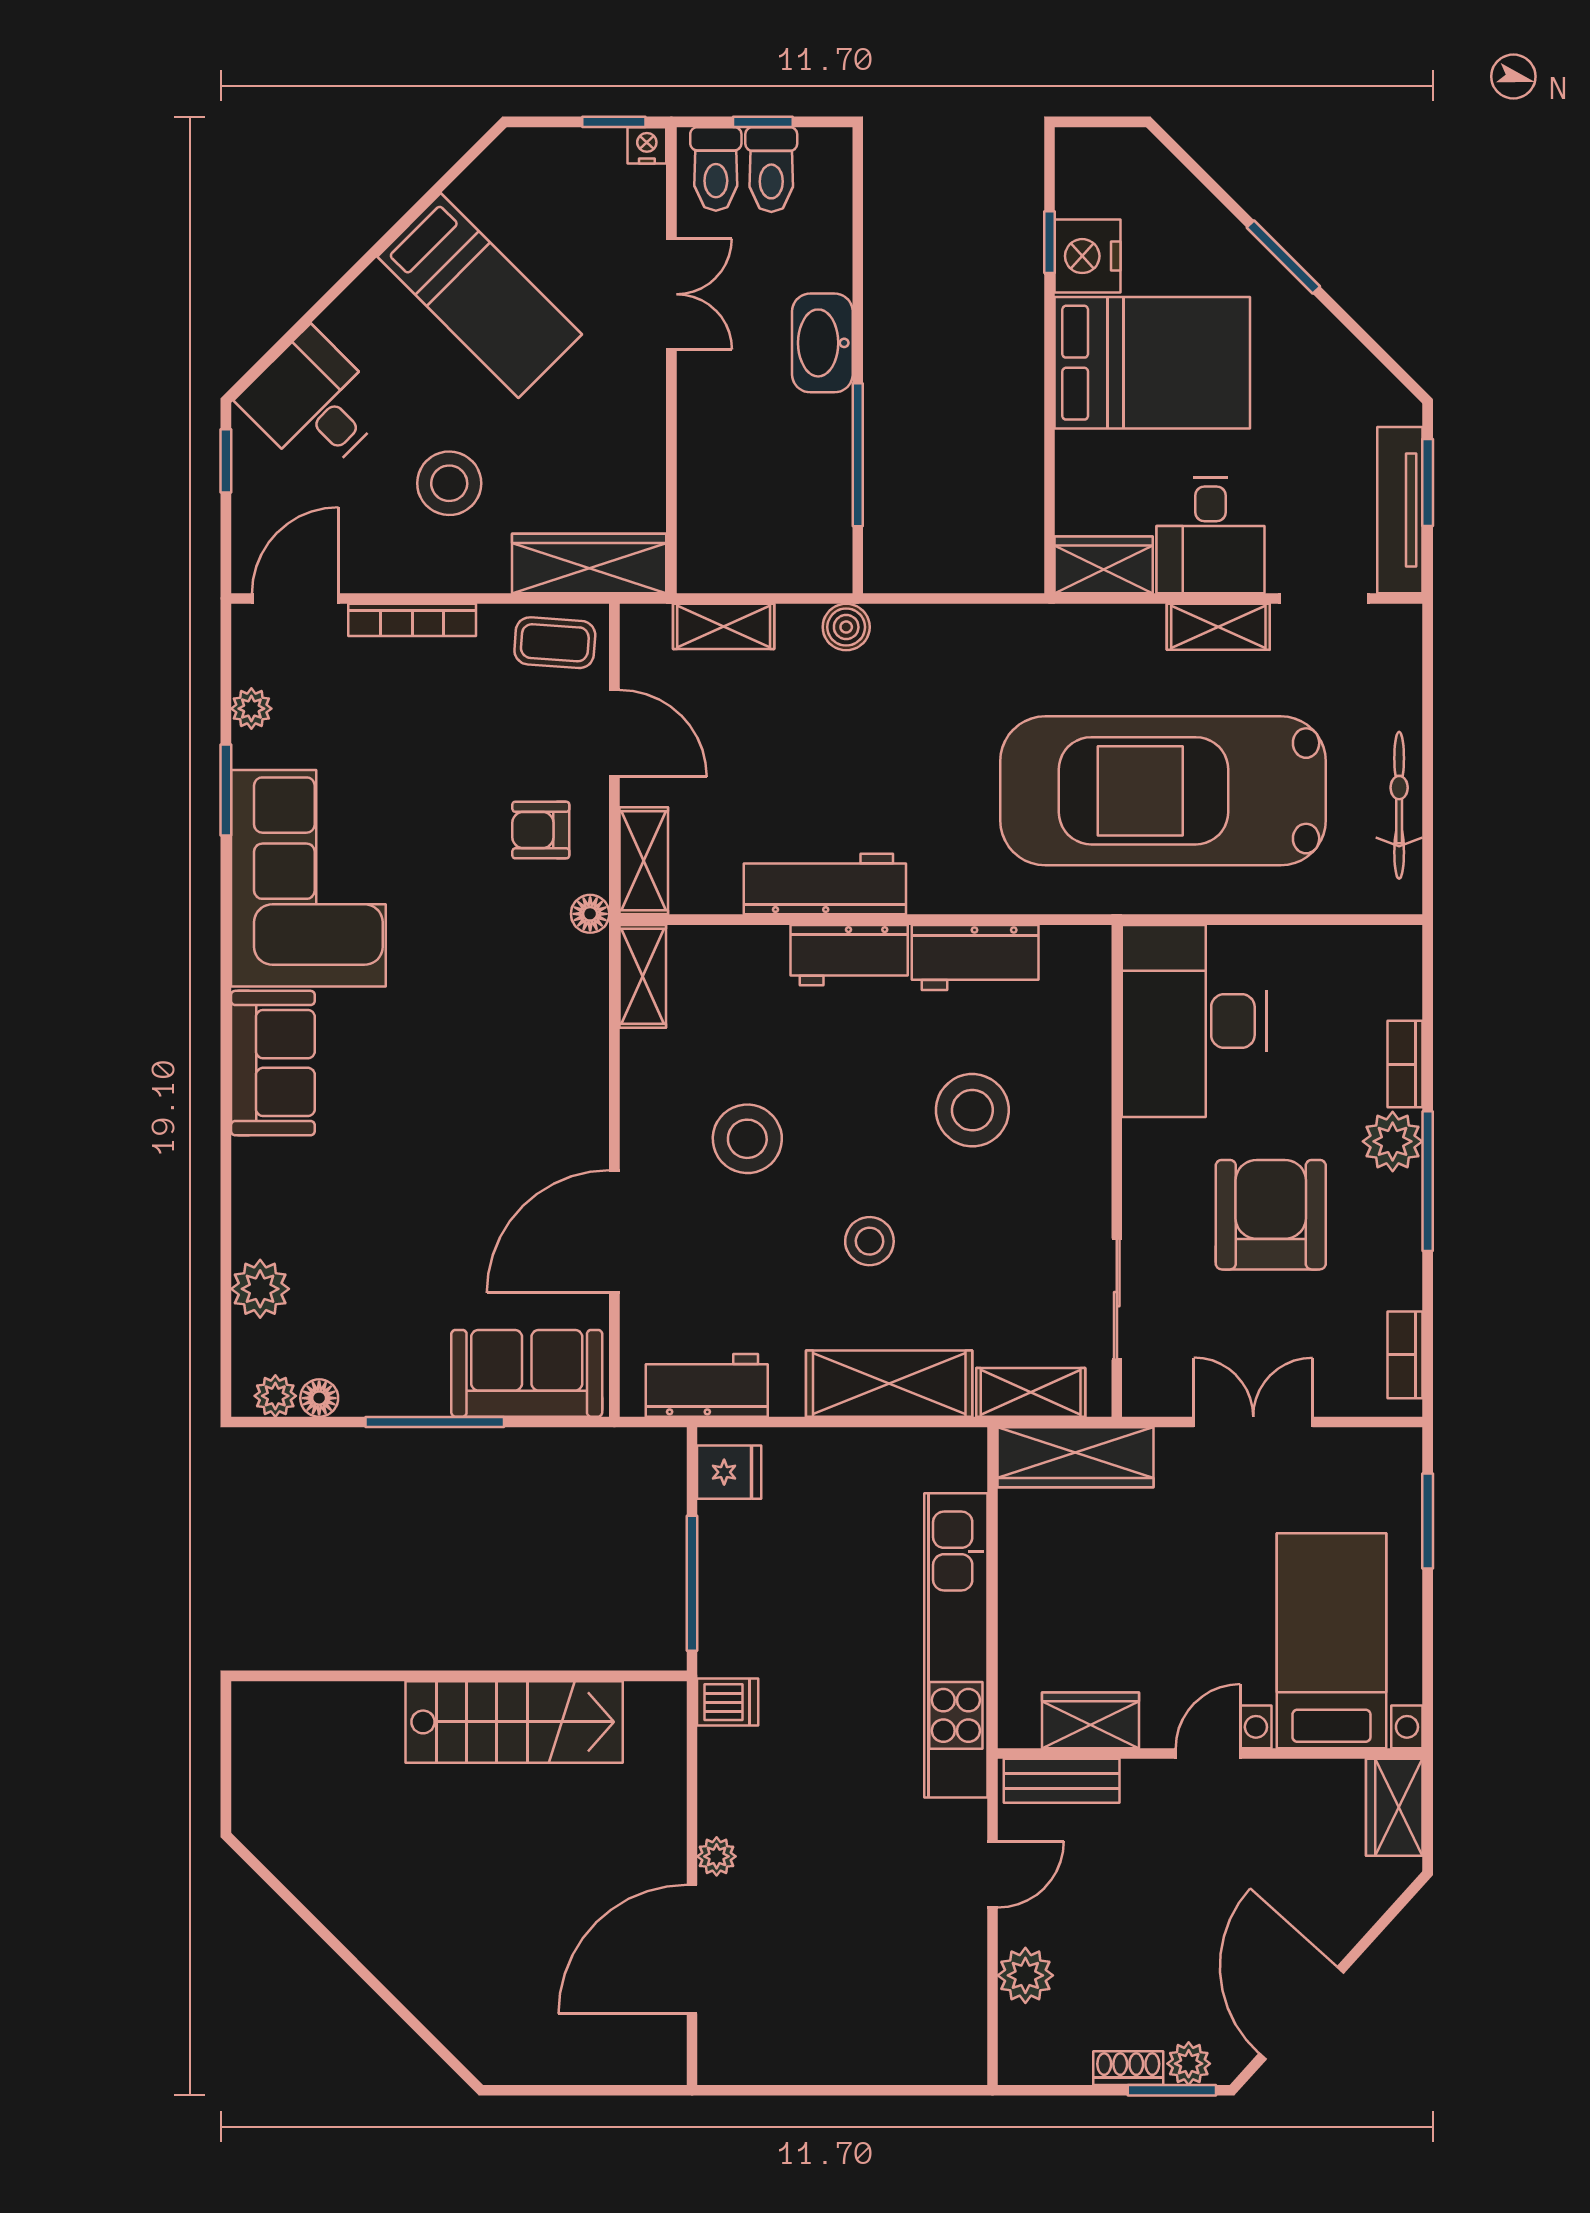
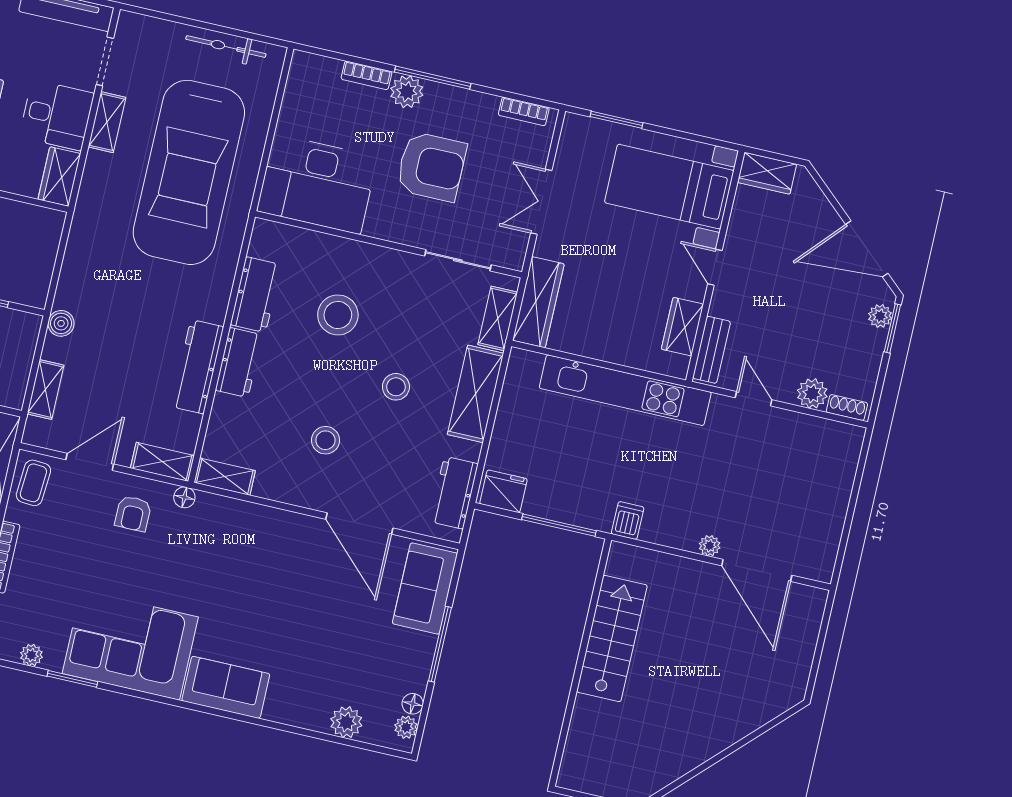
stool: (747, 1139) -> (325, 440), width x0.73, depth x0.73
armchair: (1271, 1215) -> (431, 167), turned 180
fridge: (729, 1472) -> (503, 491), width x1.38
shoe rack: (1128, 2068) -> (847, 408), moved, turned 90

